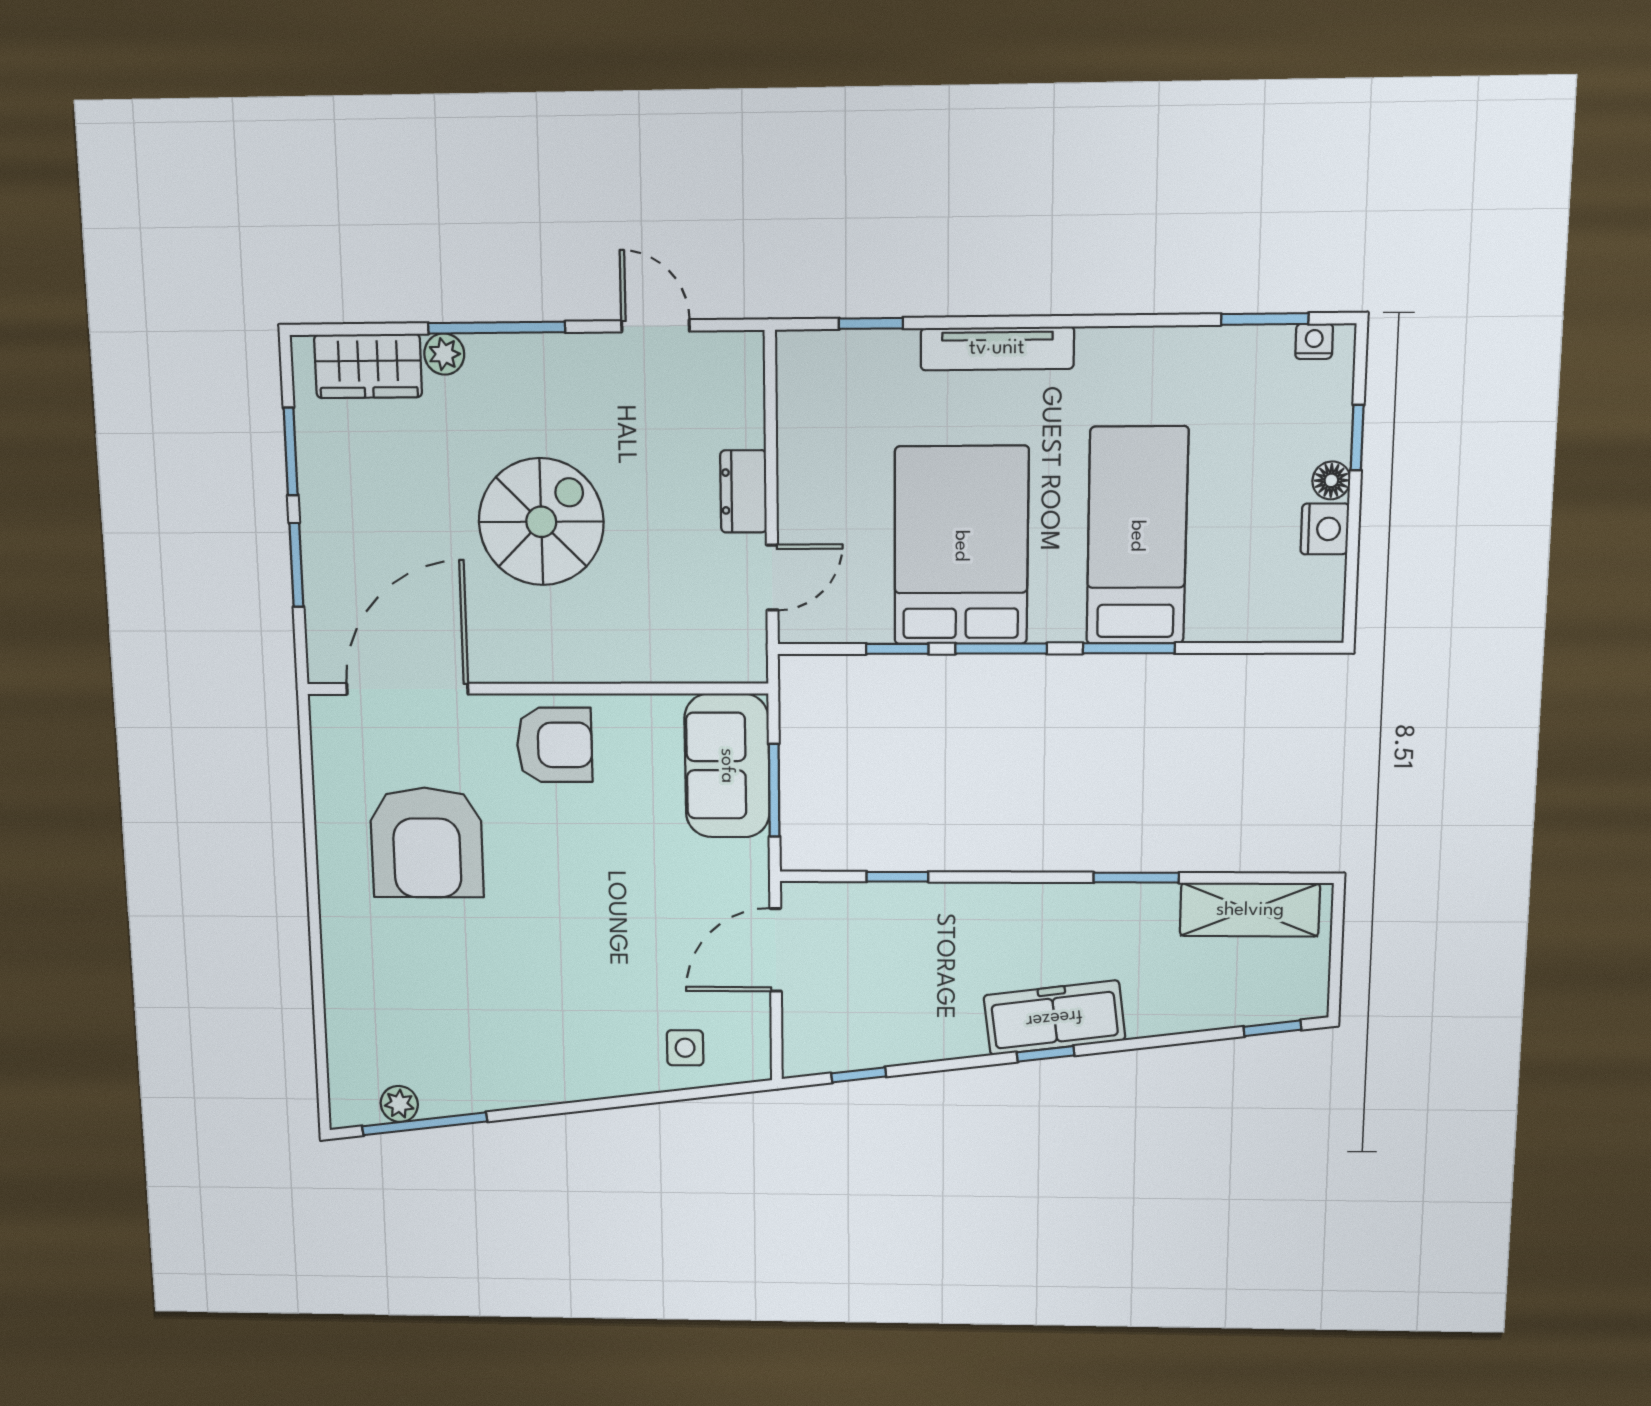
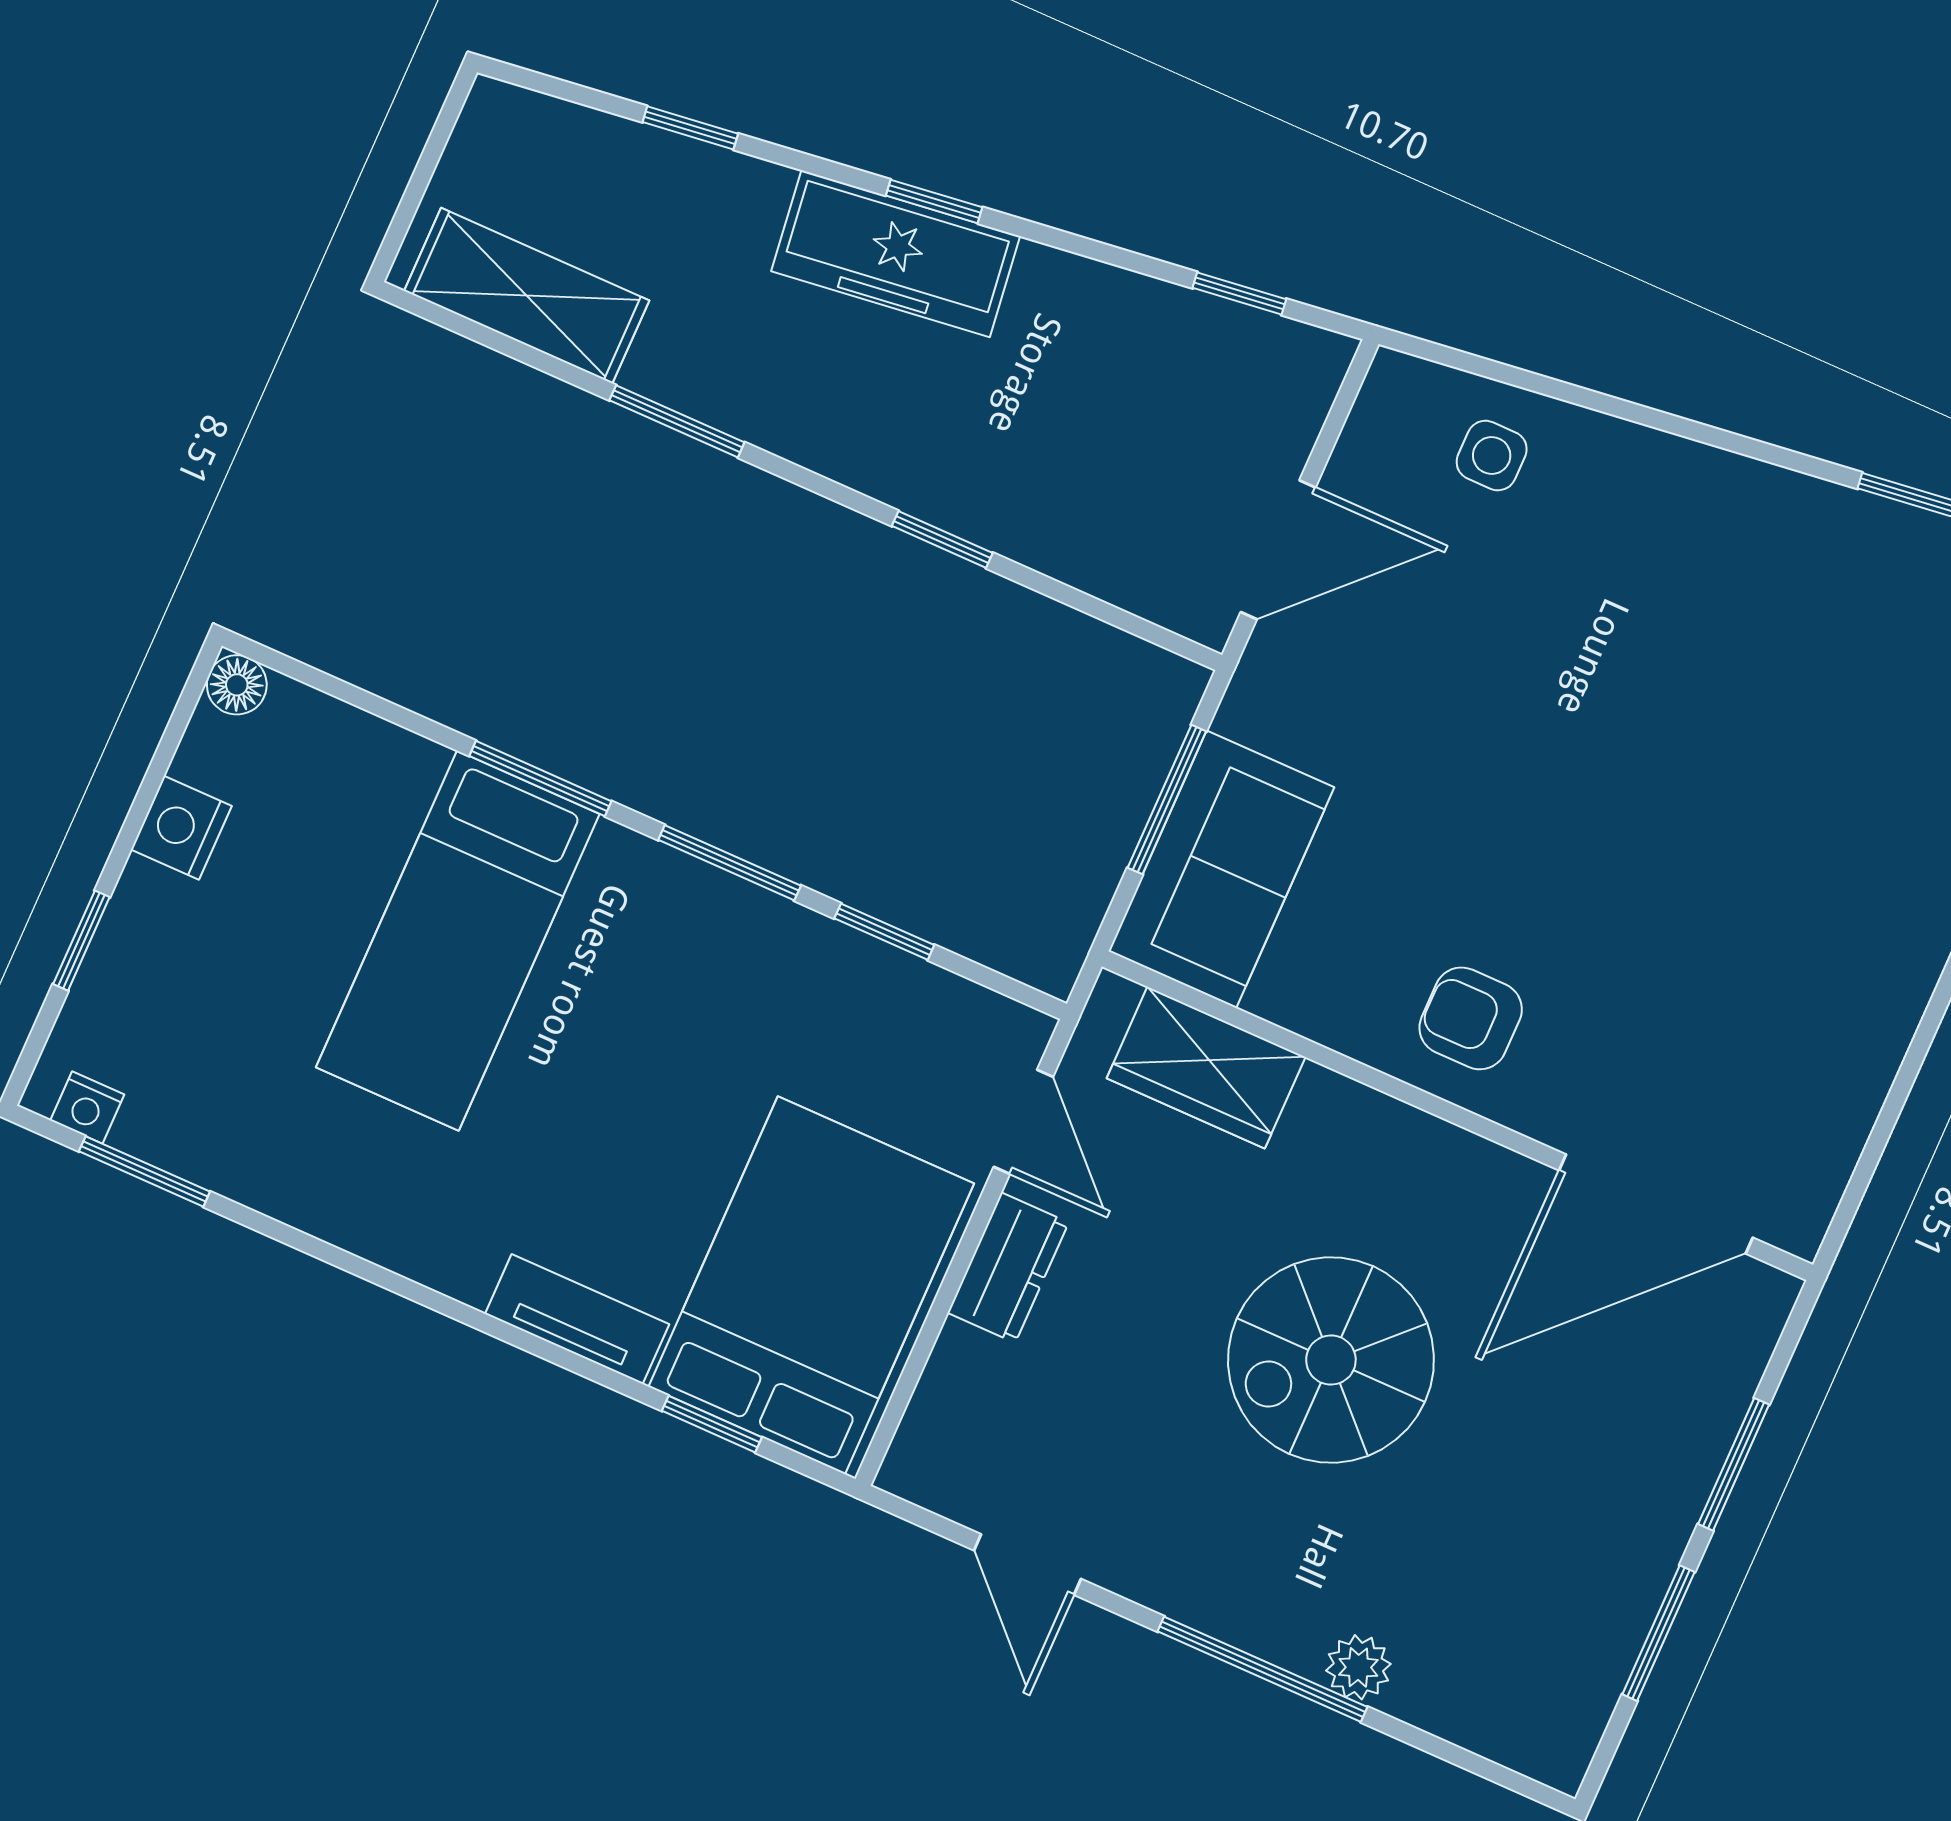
tv unit: (997, 348) -> (577, 1319), width x0.71
wardrobe: (368, 366) -> (1206, 1068), moved, turned 180
floor lamp: (1331, 480) -> (237, 685), moved
bed: (961, 546) -> (811, 1285), moved, turned 180
door: (772, 578) -> (1023, 1122), swing flipped
armchair: (555, 745) -> (1471, 1018), width x0.72, depth x0.72
armchair: (427, 843) -> (1742, 956), removed
window: (897, 877) -> (942, 539), moved
window: (1272, 1028) -> (690, 128), moved

